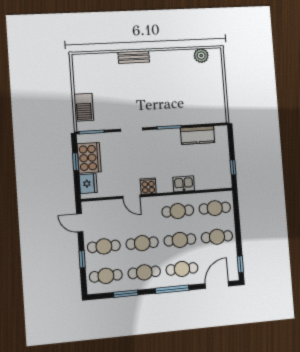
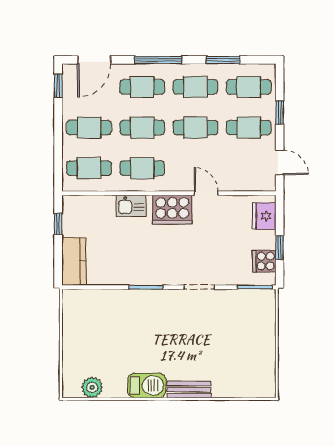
barbecue: (84, 107) -> (147, 385), moved, turned 90
kitchen counter: (198, 135) -> (74, 261), moved, turned 90
cooker: (89, 158) -> (264, 261), width x0.53, depth x0.76
cooker: (148, 186) -> (172, 210), width x1.87, depth x1.31

